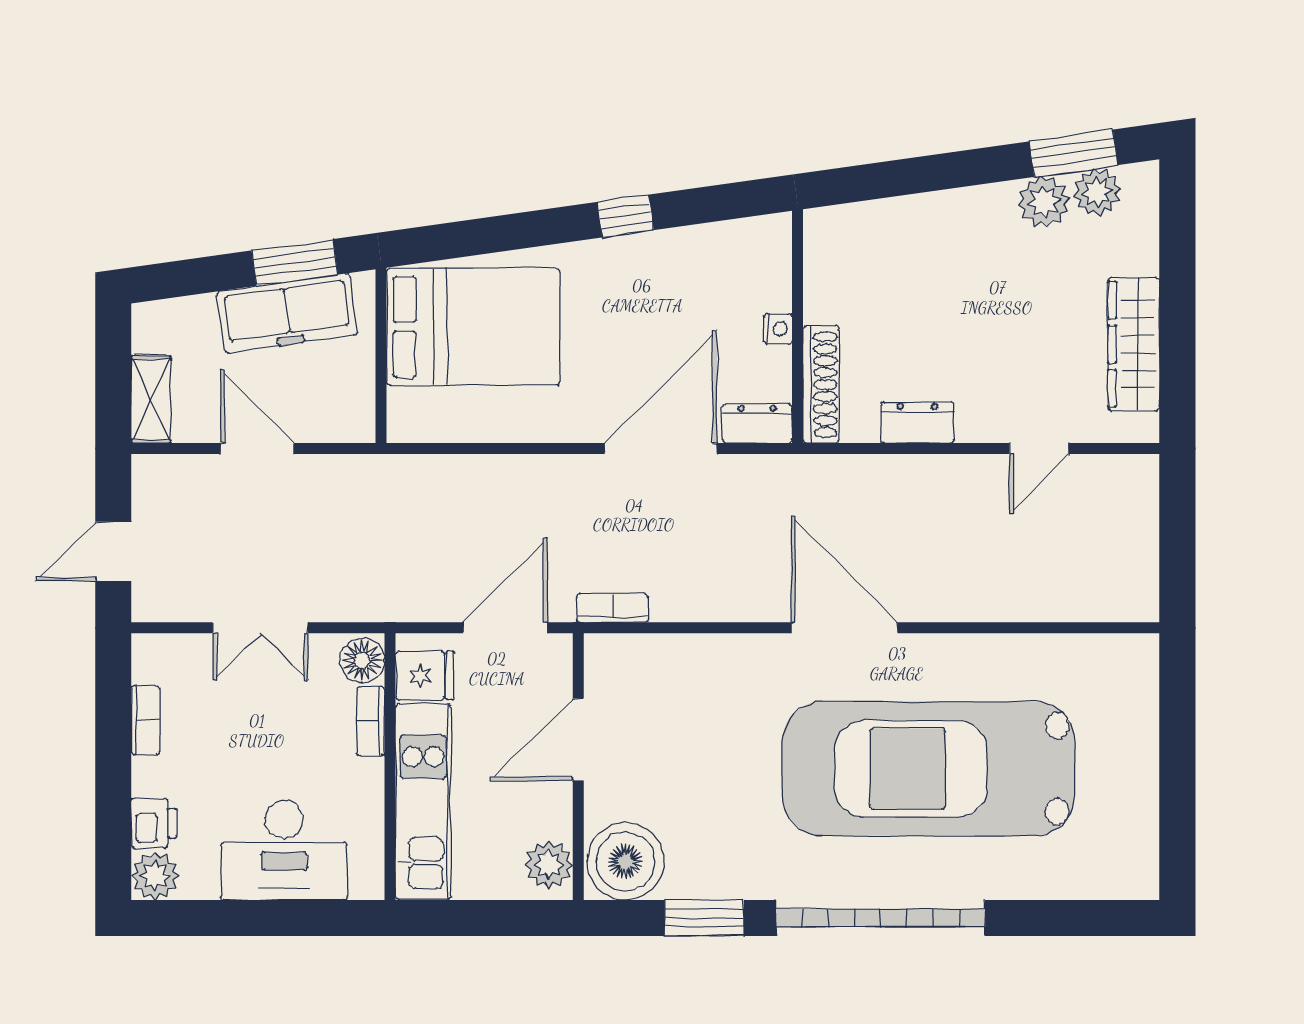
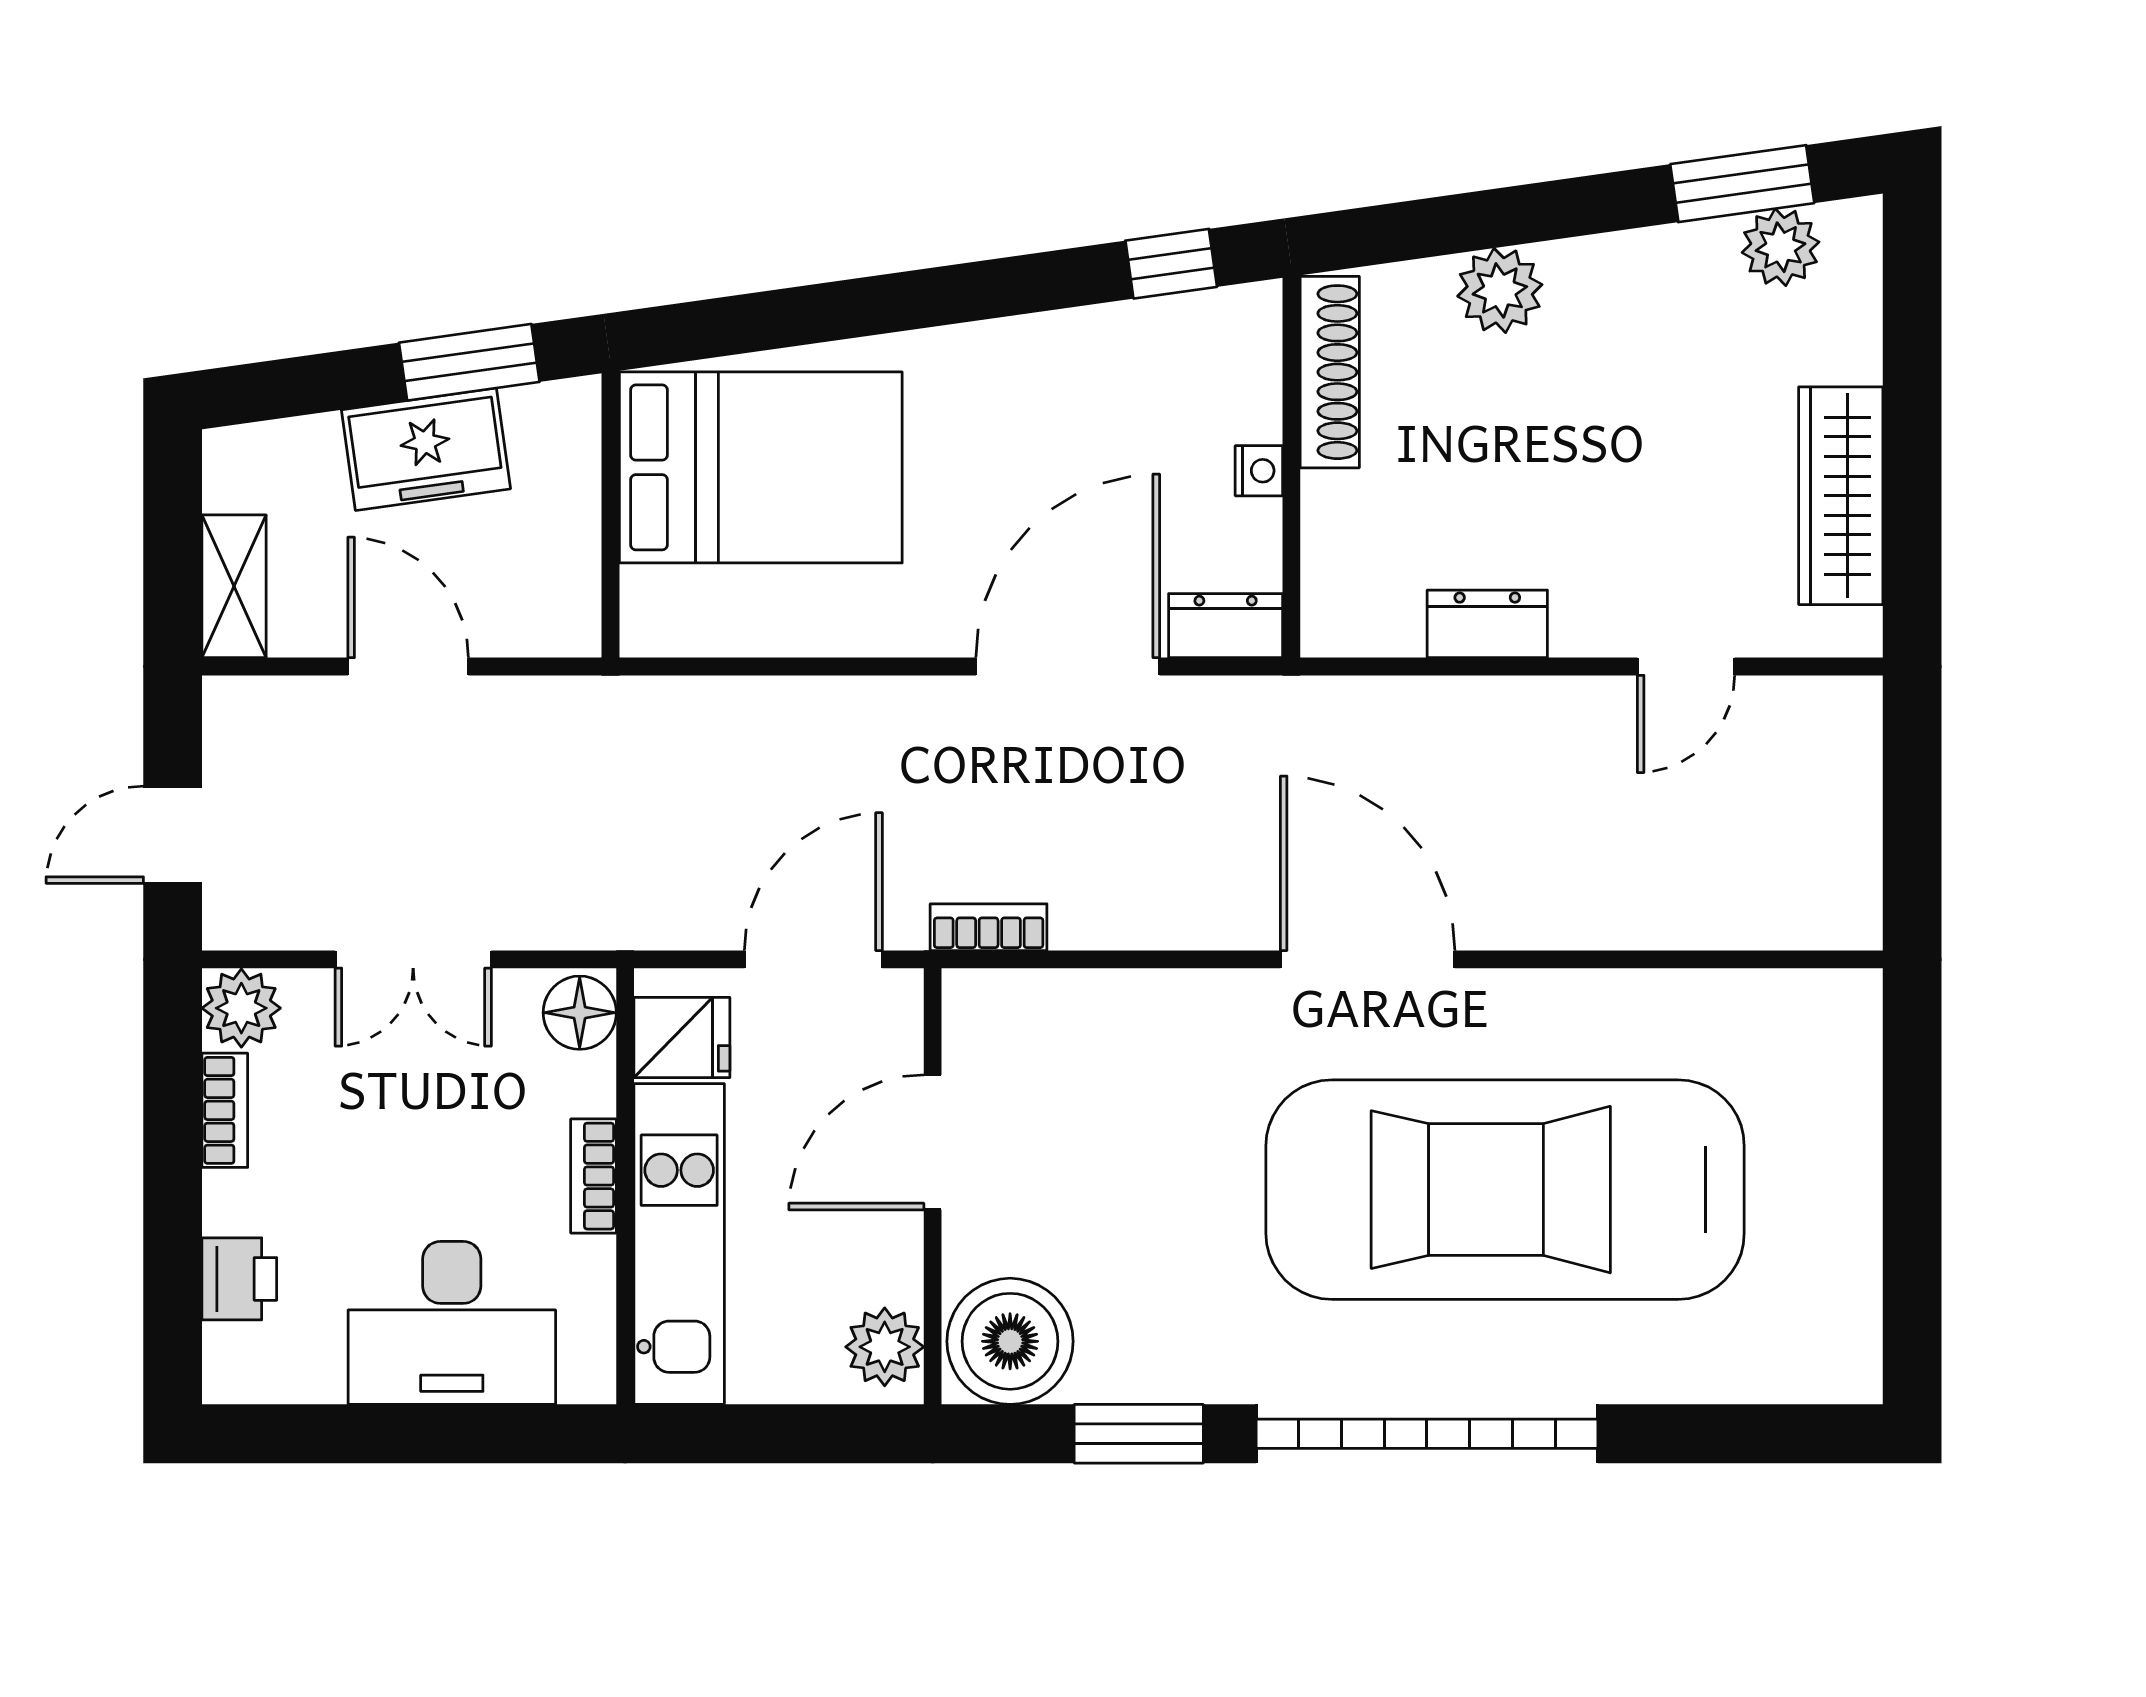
plant: (1044, 202) -> (1500, 290), moved
window: (625, 216) -> (1171, 264), moved
freezer: (287, 313) -> (426, 449), width x0.71
shoe rack: (821, 385) -> (1330, 372), moved
bookcase: (371, 721) -> (594, 1176), moved
plant: (155, 876) -> (241, 1008), moved

